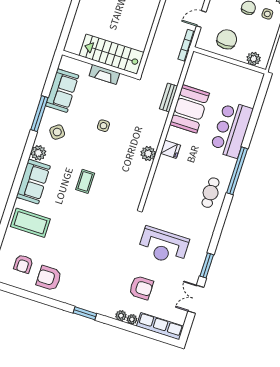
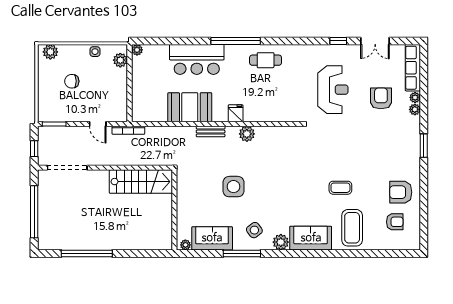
side table: (267, 14) -> (95, 52), moved
chair: (227, 39) -> (110, 93), removed
stairs: (112, 54) -> (141, 182), moved, turned -90
plant: (64, 64) -> (185, 245), added
fireplace: (104, 74) -> (183, 202), removed
plant: (258, 77) -> (137, 50), added
bench: (169, 97) -> (211, 132), moved
side table: (103, 126) -> (233, 187), width x1.87, depth x1.87
coffee table: (85, 181) -> (340, 188), moved
window: (207, 265) -> (338, 41), width x0.67
armchair: (49, 278) -> (401, 192), turned 90

